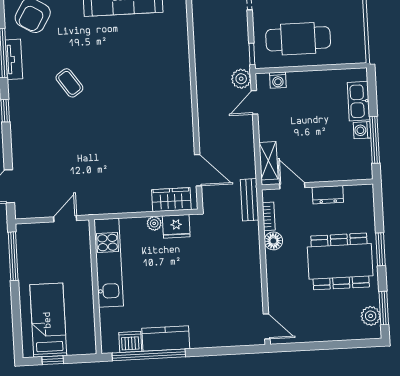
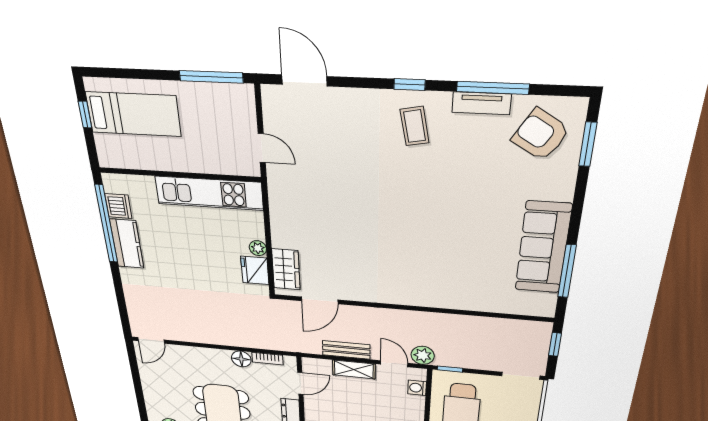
coffee table: (69, 83) -> (415, 126), moved, turned -66
shelving: (268, 161) -> (354, 369), moved
bench: (250, 200) -> (346, 350), moved

